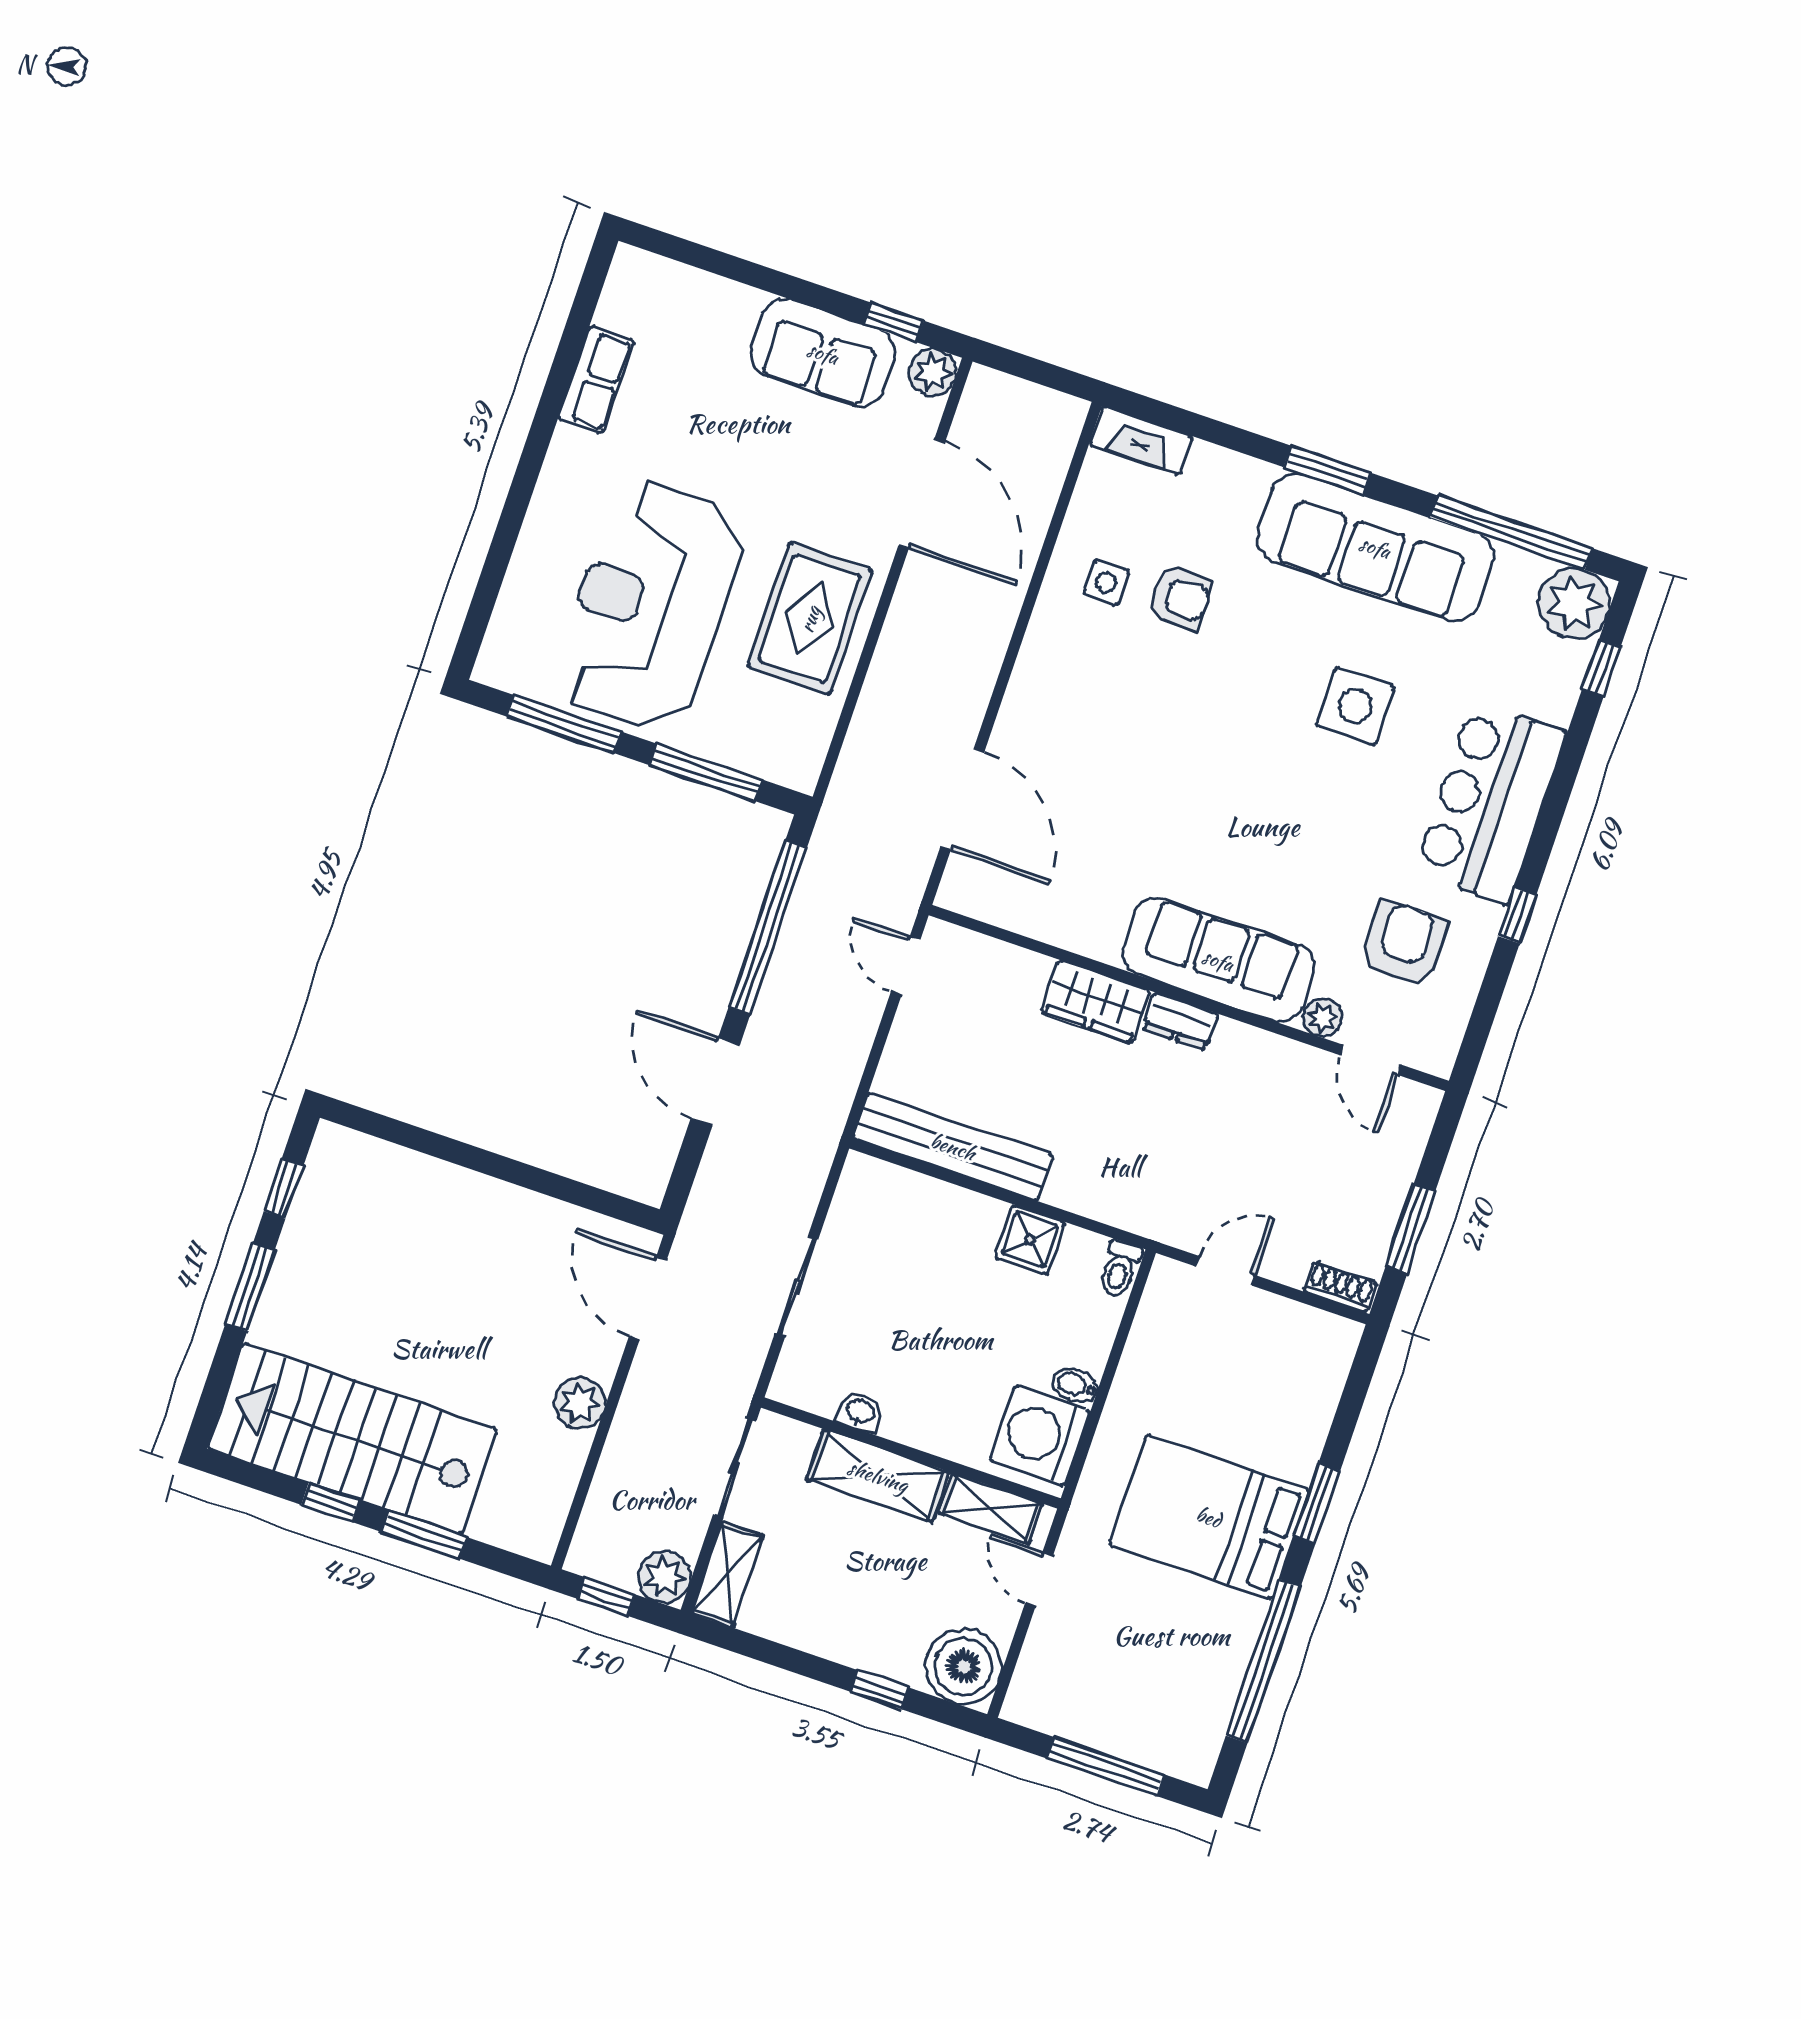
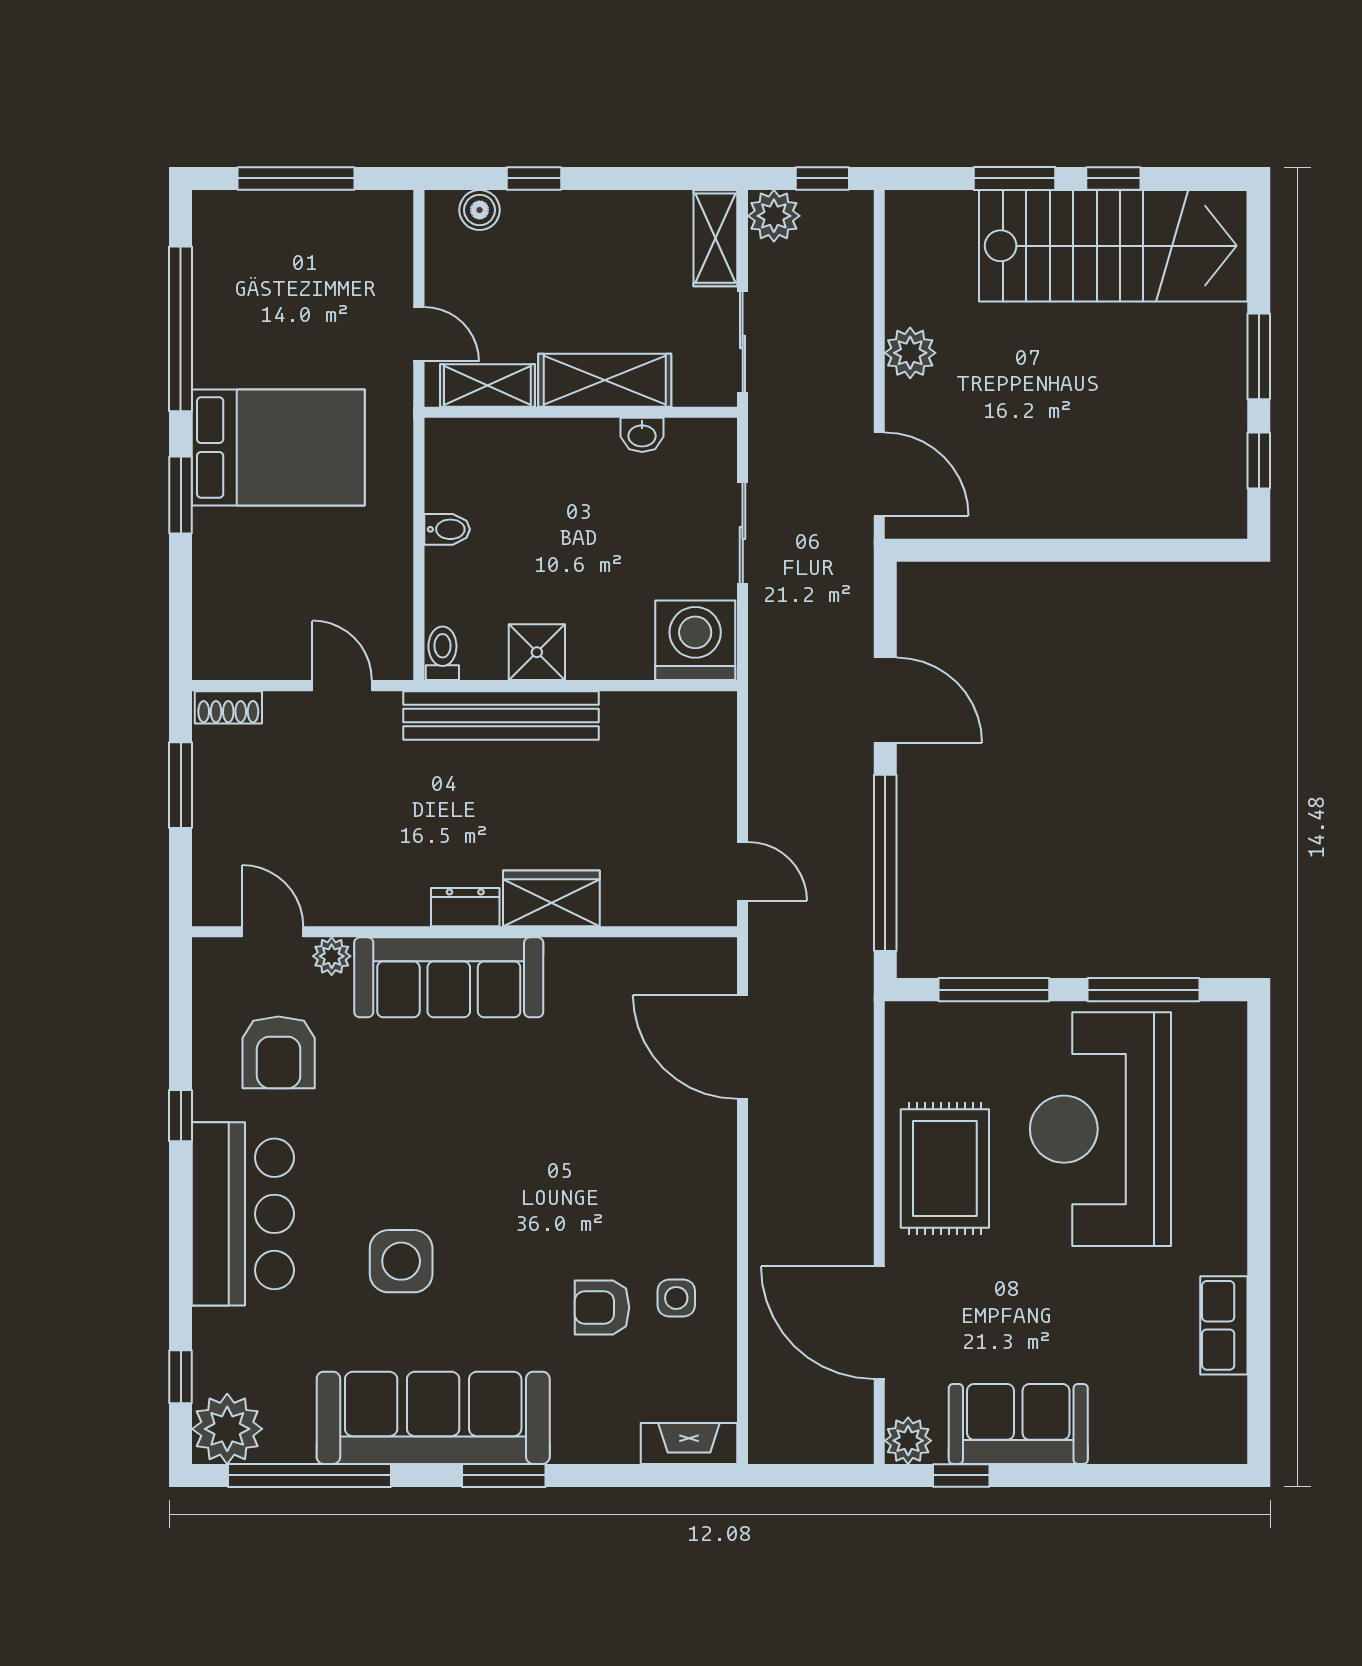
reception desk: (650, 606) -> (1100, 1129), turned 180
bench: (953, 1147) -> (501, 715), moved
door: (1225, 1271) -> (342, 686), swing flipped
washing machine: (1040, 1436) -> (695, 640), moved, turned -90
boiler: (964, 1666) -> (480, 210), width x0.54, depth x0.54

